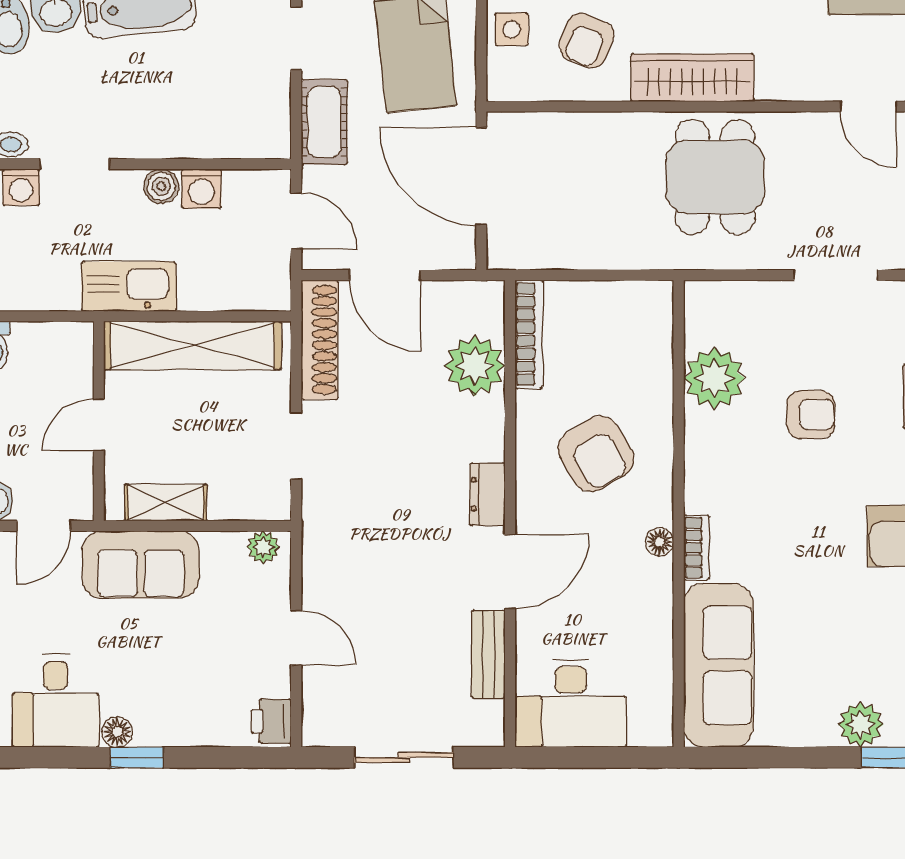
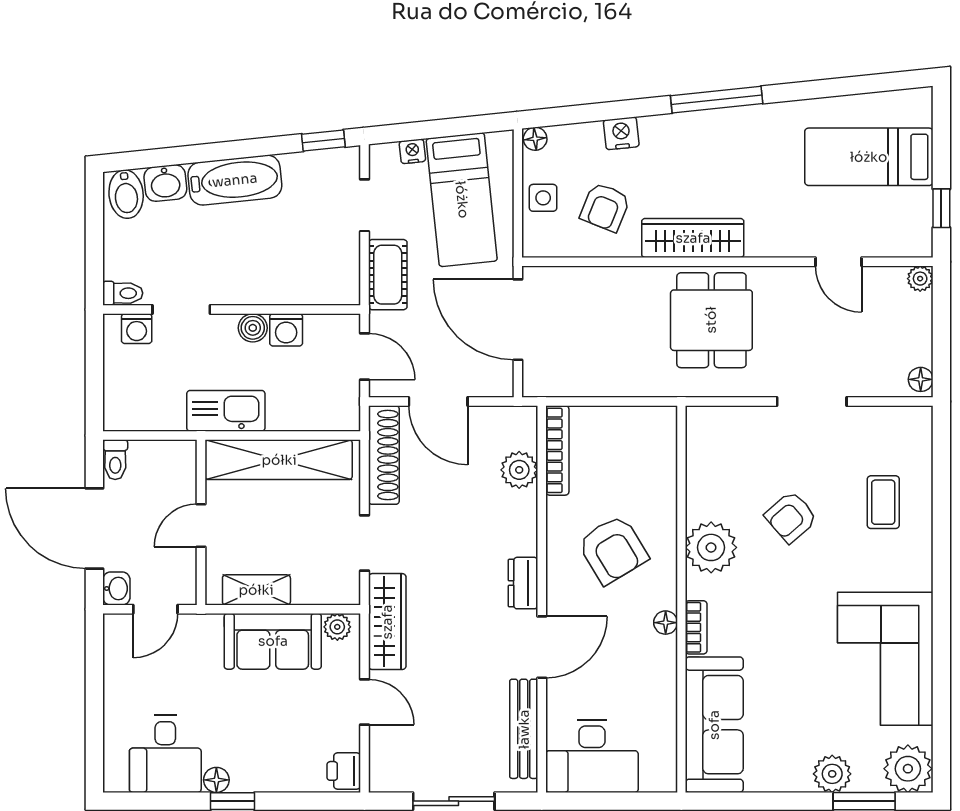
plant: (475, 366) -> (519, 470), width x0.73, depth x0.73
plant: (714, 378) -> (711, 547), moved
armchair: (811, 415) -> (791, 517), turned 139
wardrobe: (324, 541) -> (387, 622), added
sofa: (141, 565) -> (273, 641), moved
bench: (488, 654) -> (524, 729), width x1.36

